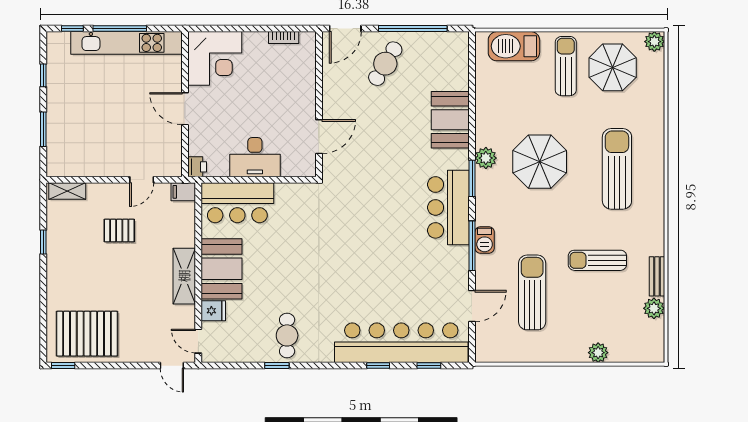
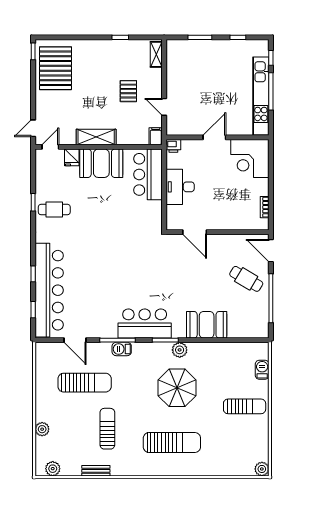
barbecue: (514, 46) -> (262, 370), width x0.53, depth x0.65
parasol: (613, 67) -> (244, 439), removed
plant: (654, 308) -> (53, 469), moved

